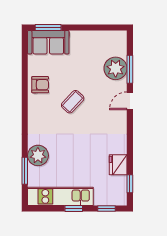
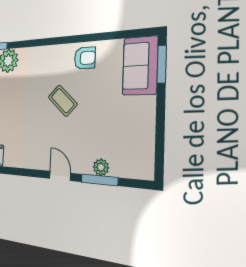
plant: (116, 68) -> (101, 167), width x0.53, depth x0.53
armchair: (40, 85) -> (85, 58), turned -90

